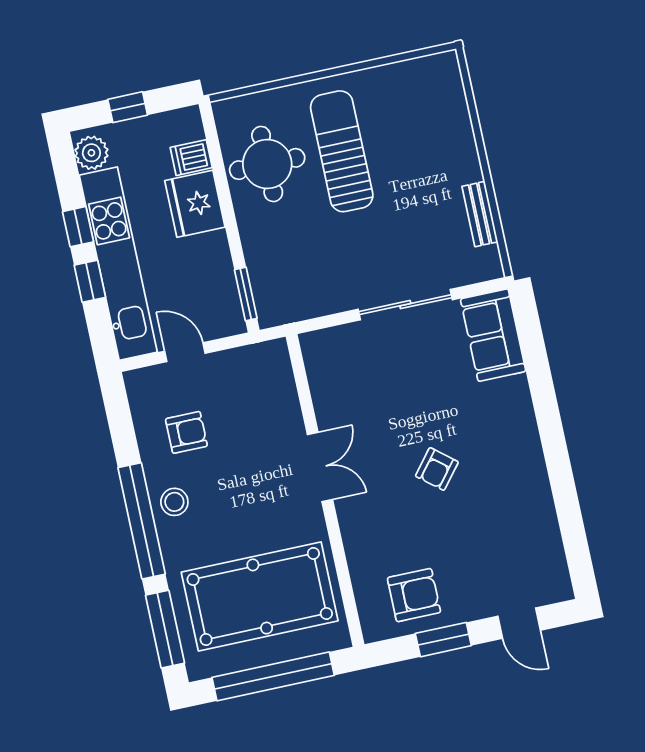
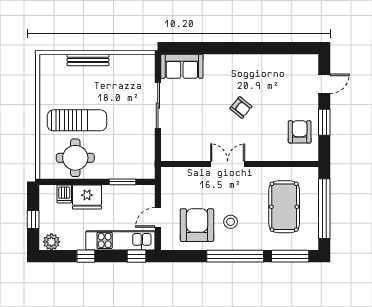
sun lounger: (342, 151) -> (77, 120), turned 180
bench: (480, 214) -> (88, 60), moved, width x1.36
kitchen unit: (118, 264) -> (120, 240), width x0.73
window: (90, 281) -> (137, 256), moved
window: (246, 294) -> (123, 182), moved
armchair: (186, 432) -> (197, 225), width x1.88, depth x1.88
stool: (174, 502) -> (231, 222), moved
pool table: (260, 596) -> (284, 207), width x0.73, depth x0.76

